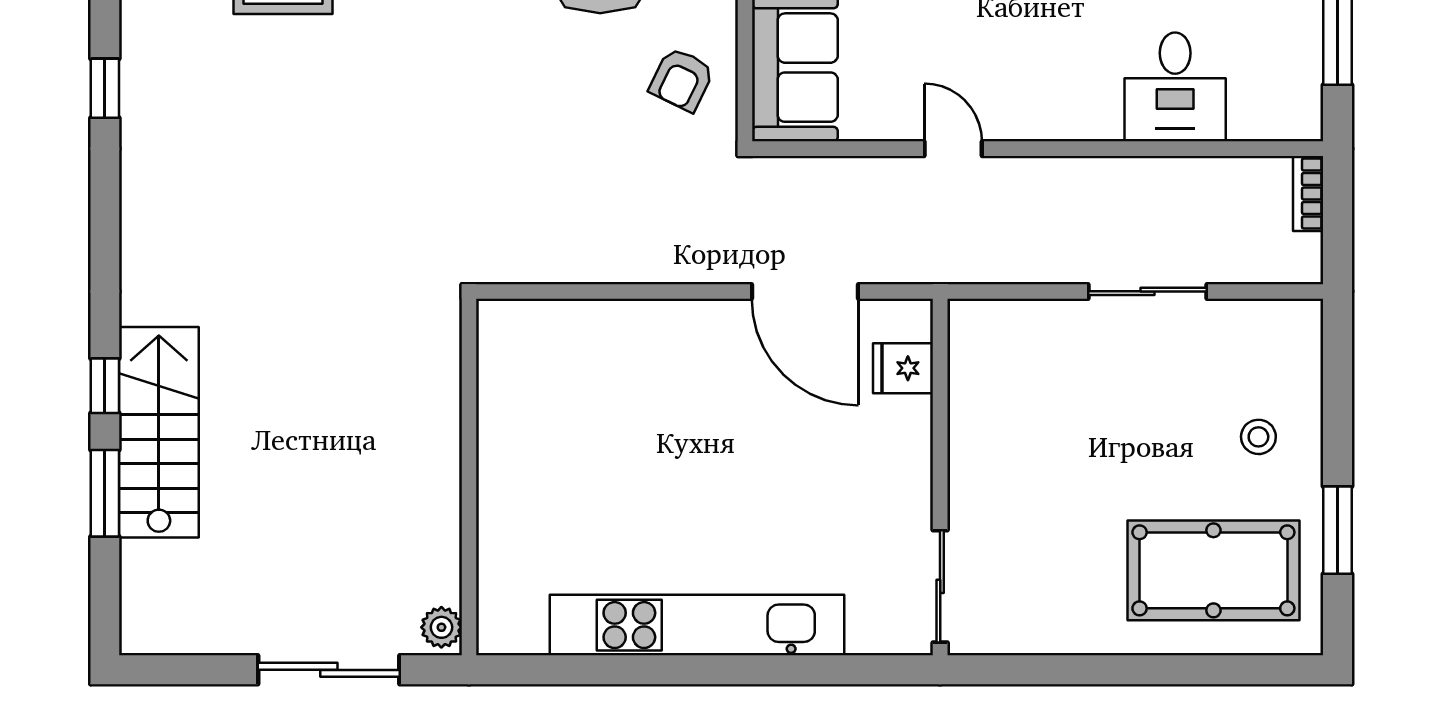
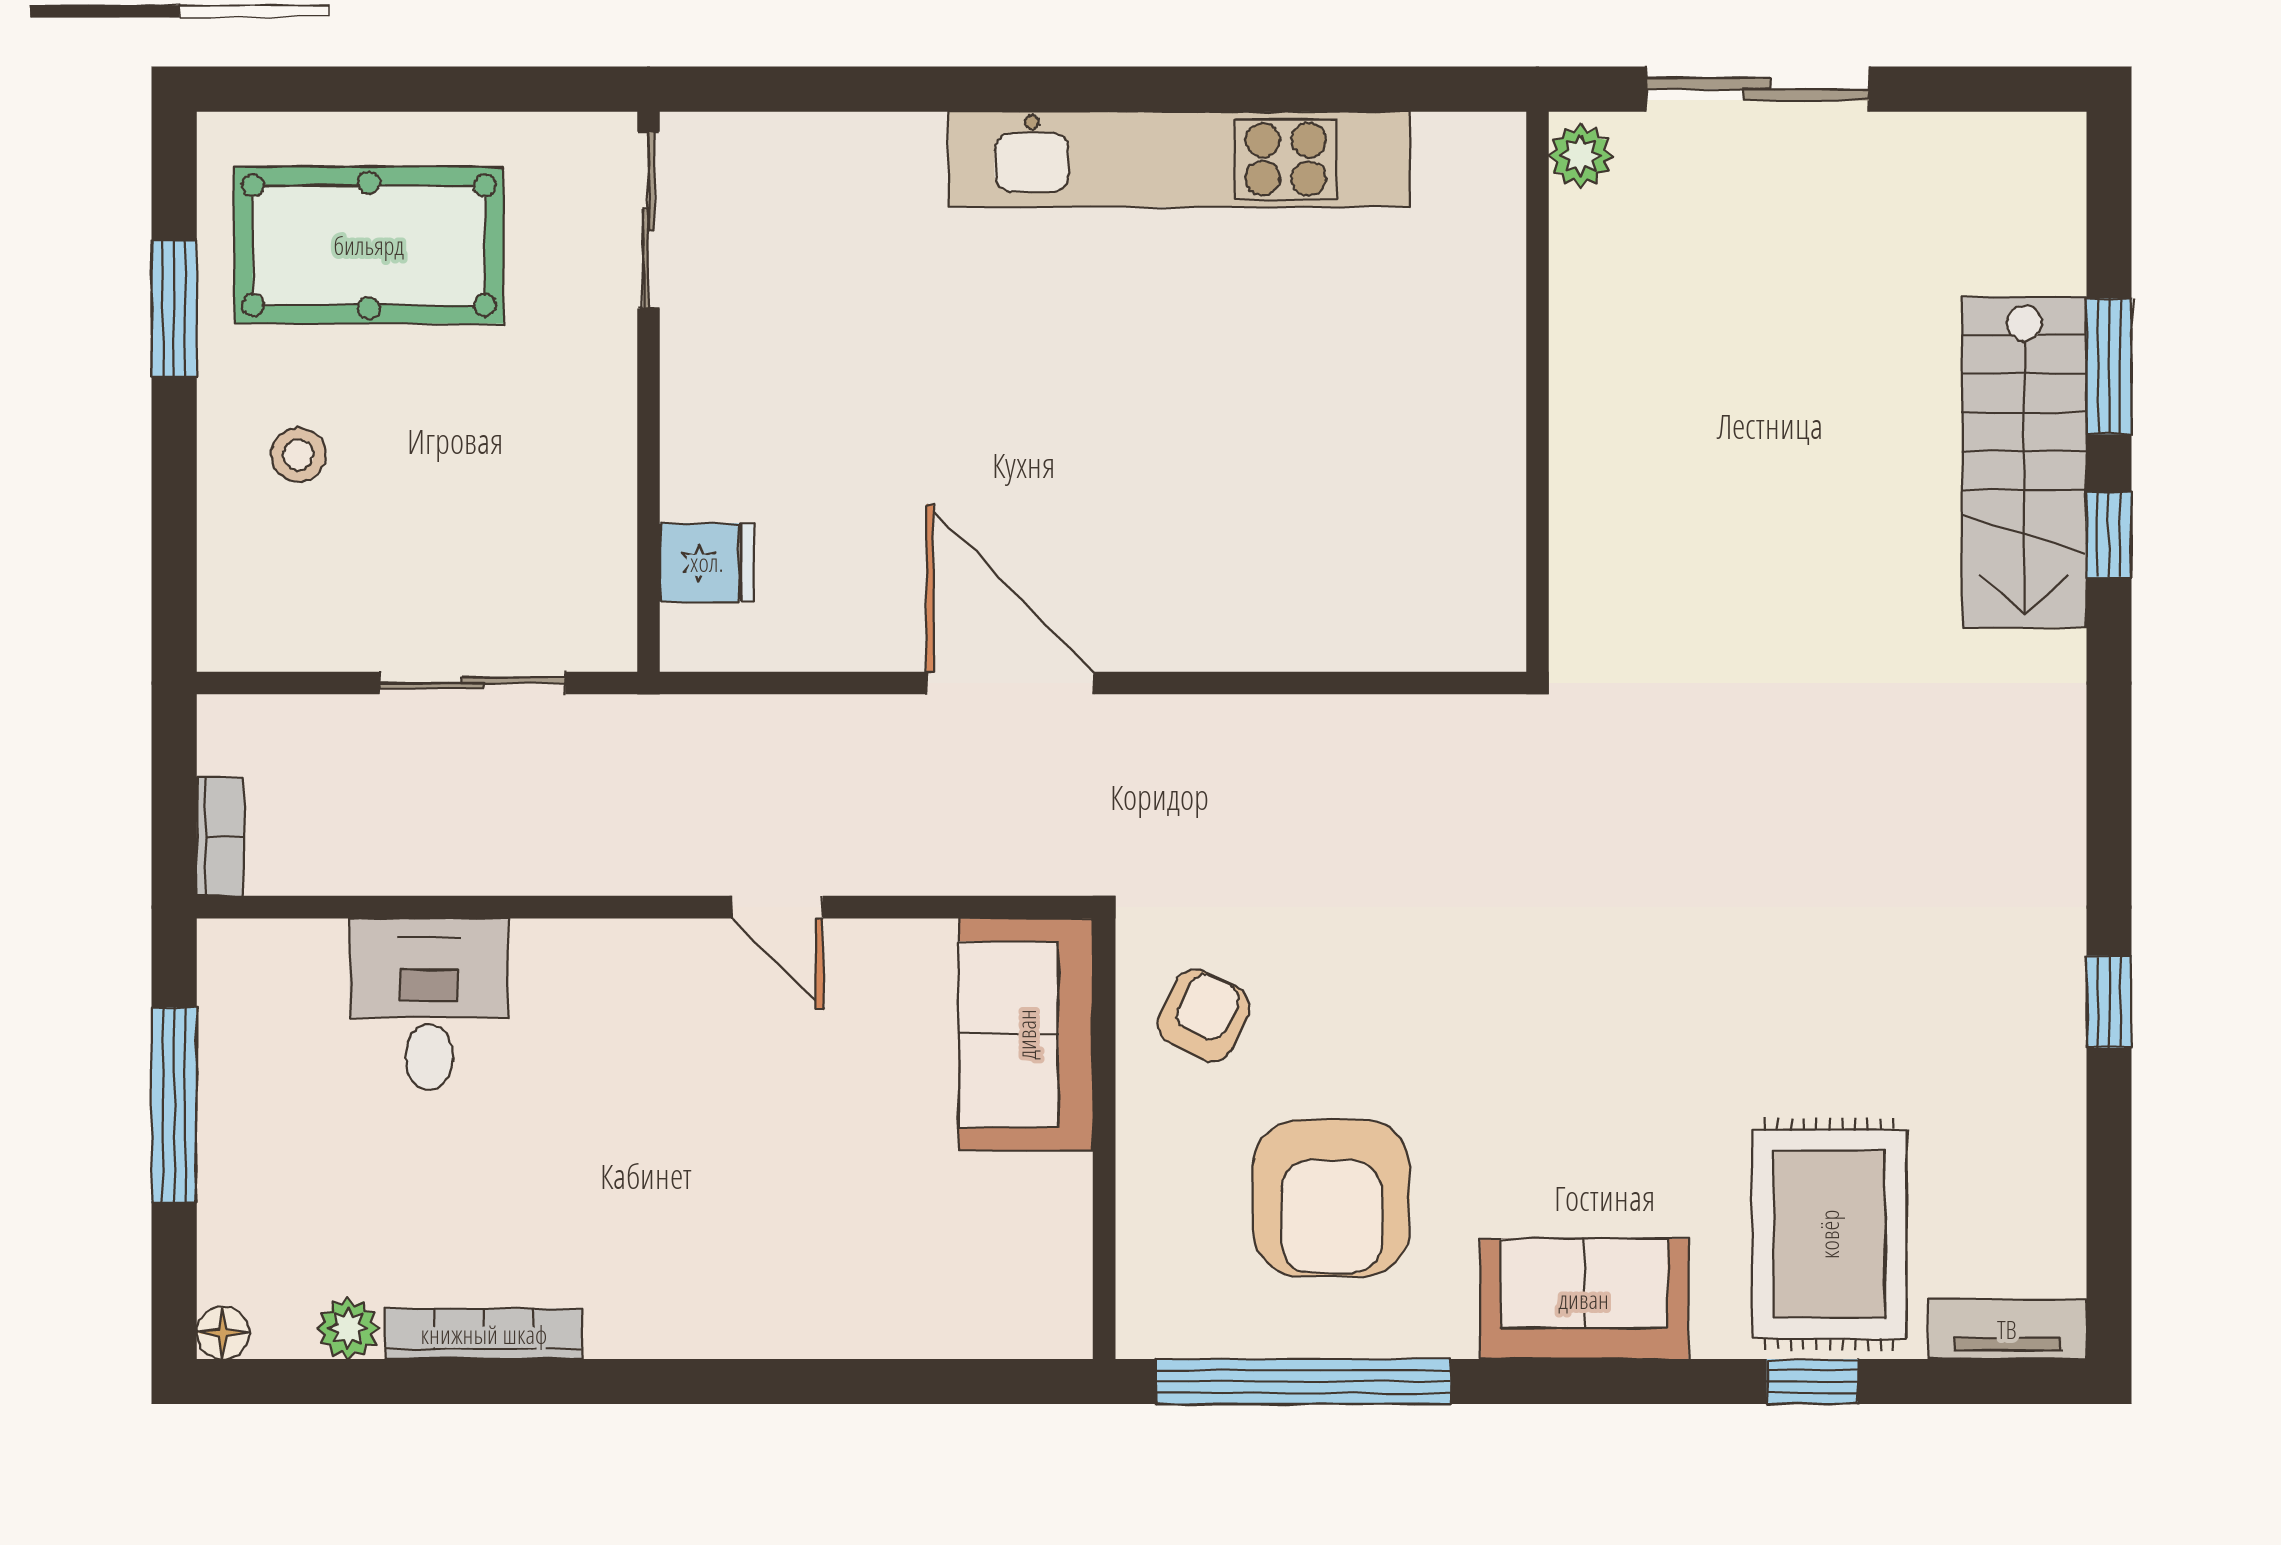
fridge: (903, 368) -> (707, 562), moved
wall: (940, 477) -> (648, 392), moved
sliding door: (940, 586) -> (648, 220), moved

